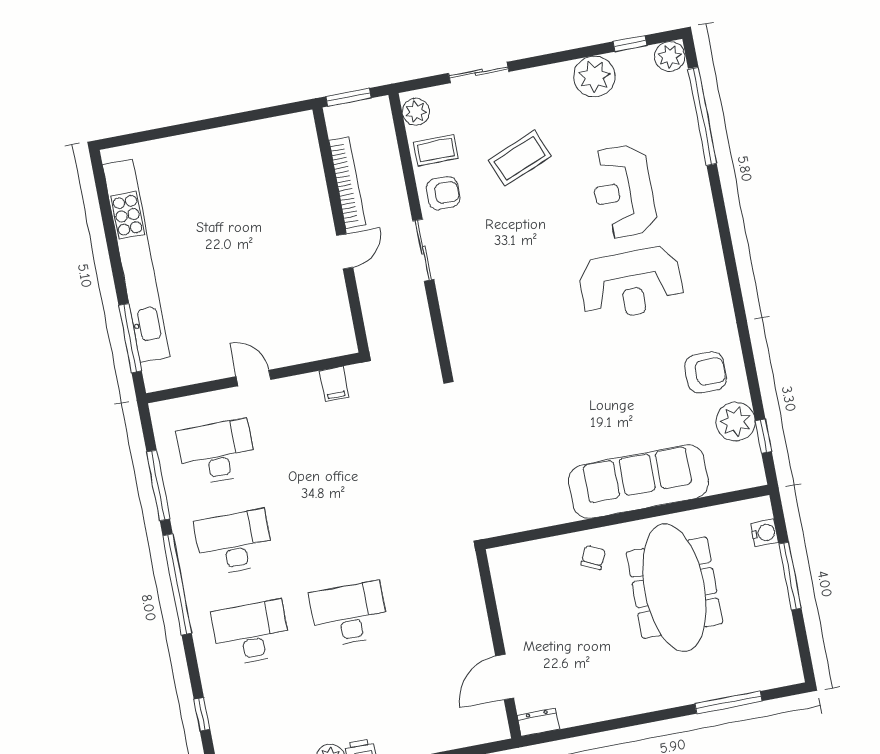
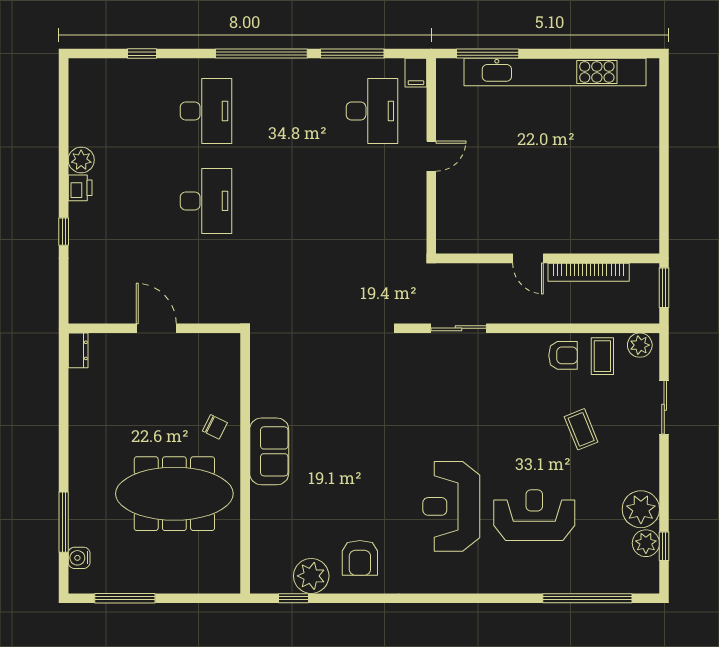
plant: (670, 56) -> (646, 543), moved
coffee table: (520, 158) -> (581, 429), width x0.73, depth x0.77
armchair: (443, 193) -> (563, 355), turned -90
sliding door: (423, 250) -> (459, 328), moved
filing cabinet: (334, 384) -> (416, 73), moved, turned -90
sofa: (639, 482) -> (269, 451), width x0.54, depth x0.79
water cooler: (764, 533) -> (79, 558), moved, turned 90
desk: (234, 542) -> (289, 111), removed
window: (790, 576) -> (125, 598), moved
door: (505, 677) -> (156, 328), moved

